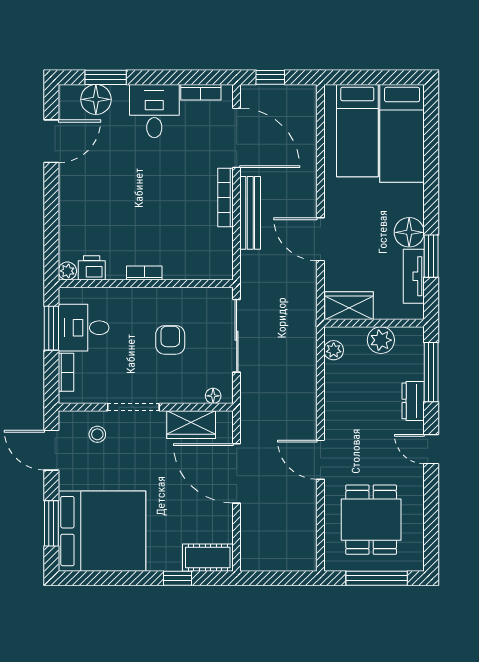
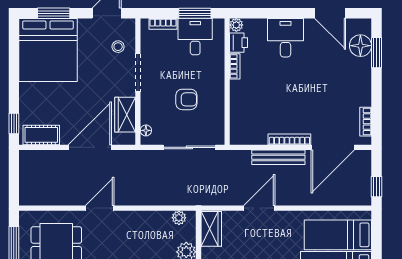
window: (270, 77) -> (376, 187), moved
desk: (154, 111) -> (285, 38), moved, turned -90
bookcase: (144, 273) -> (235, 66), moved
cot: (208, 558) -> (41, 135), moved, turned 90
window: (178, 578) -> (14, 124), moved

